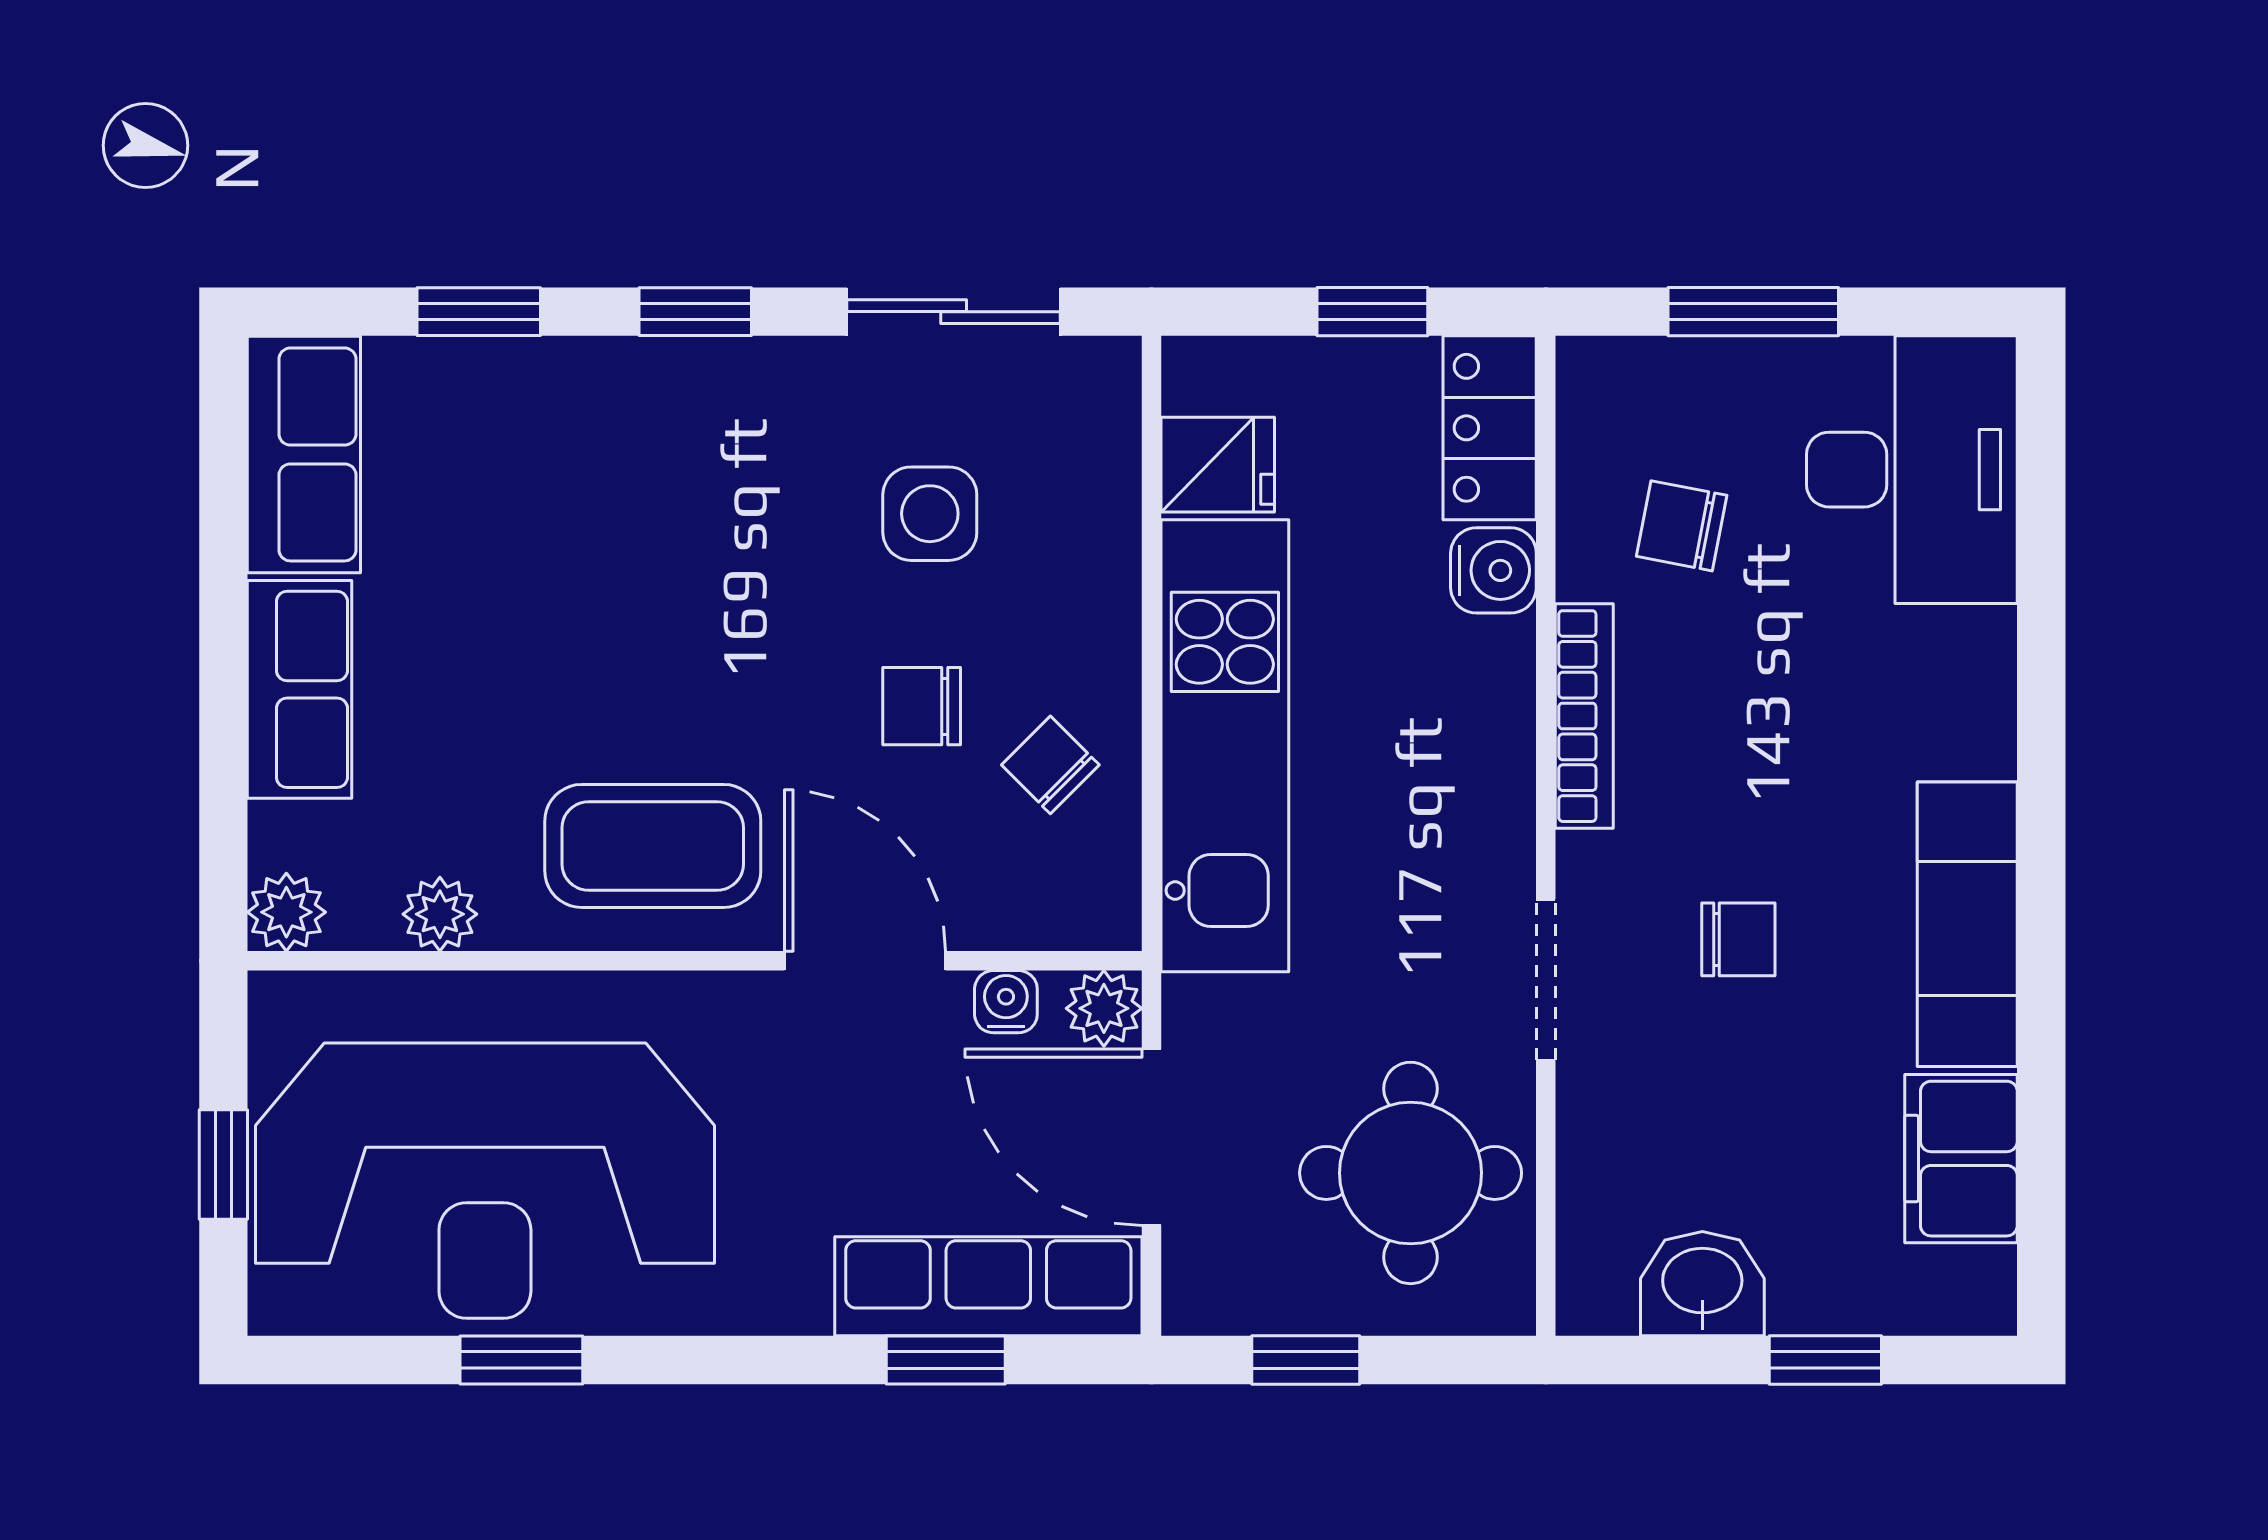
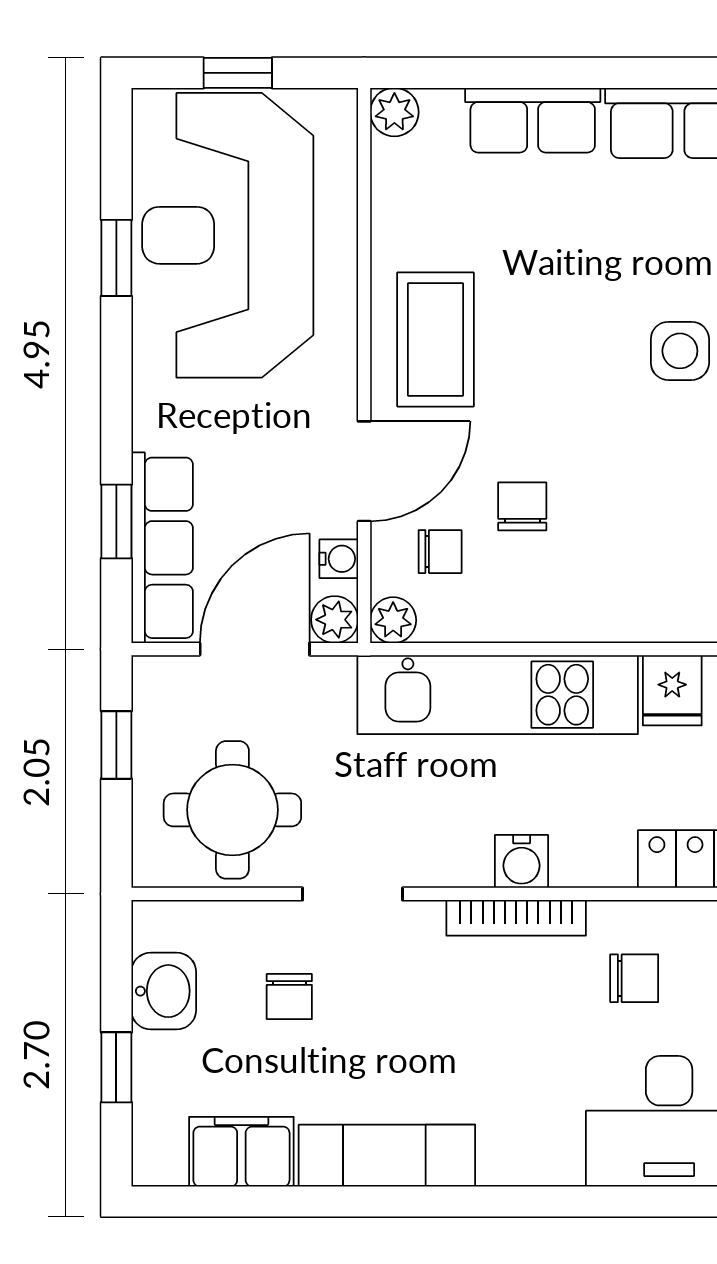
side table: (930, 514) -> (680, 351), moved
chair: (1682, 526) -> (634, 978), turned 79
water cooler: (1493, 570) -> (522, 861), moved
chair: (1050, 765) -> (440, 552), moved, turned 45
plant: (440, 914) -> (393, 620), moved
chair: (1738, 939) -> (289, 997), moved

